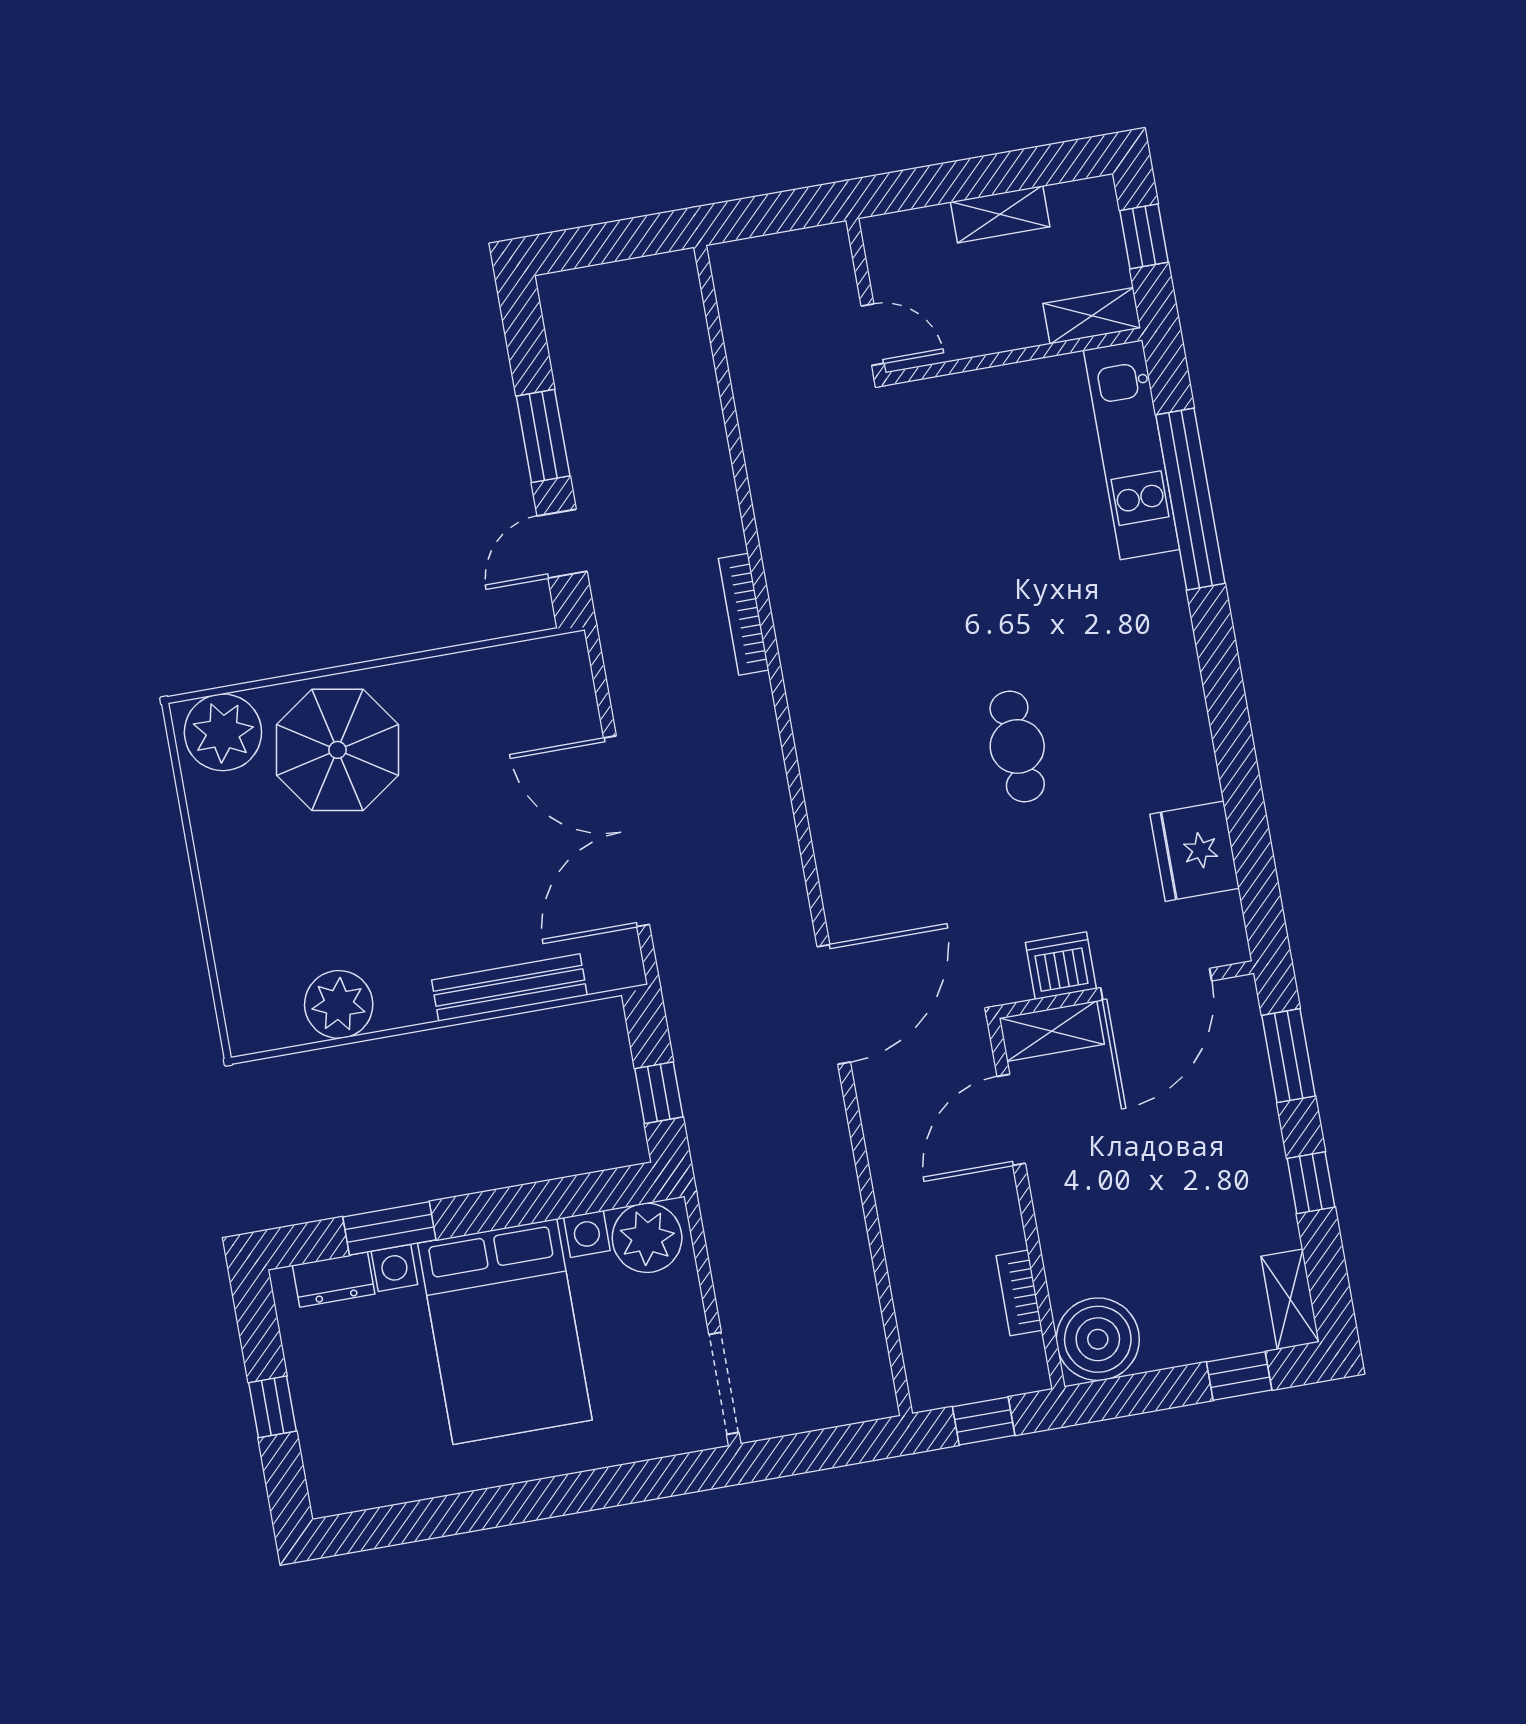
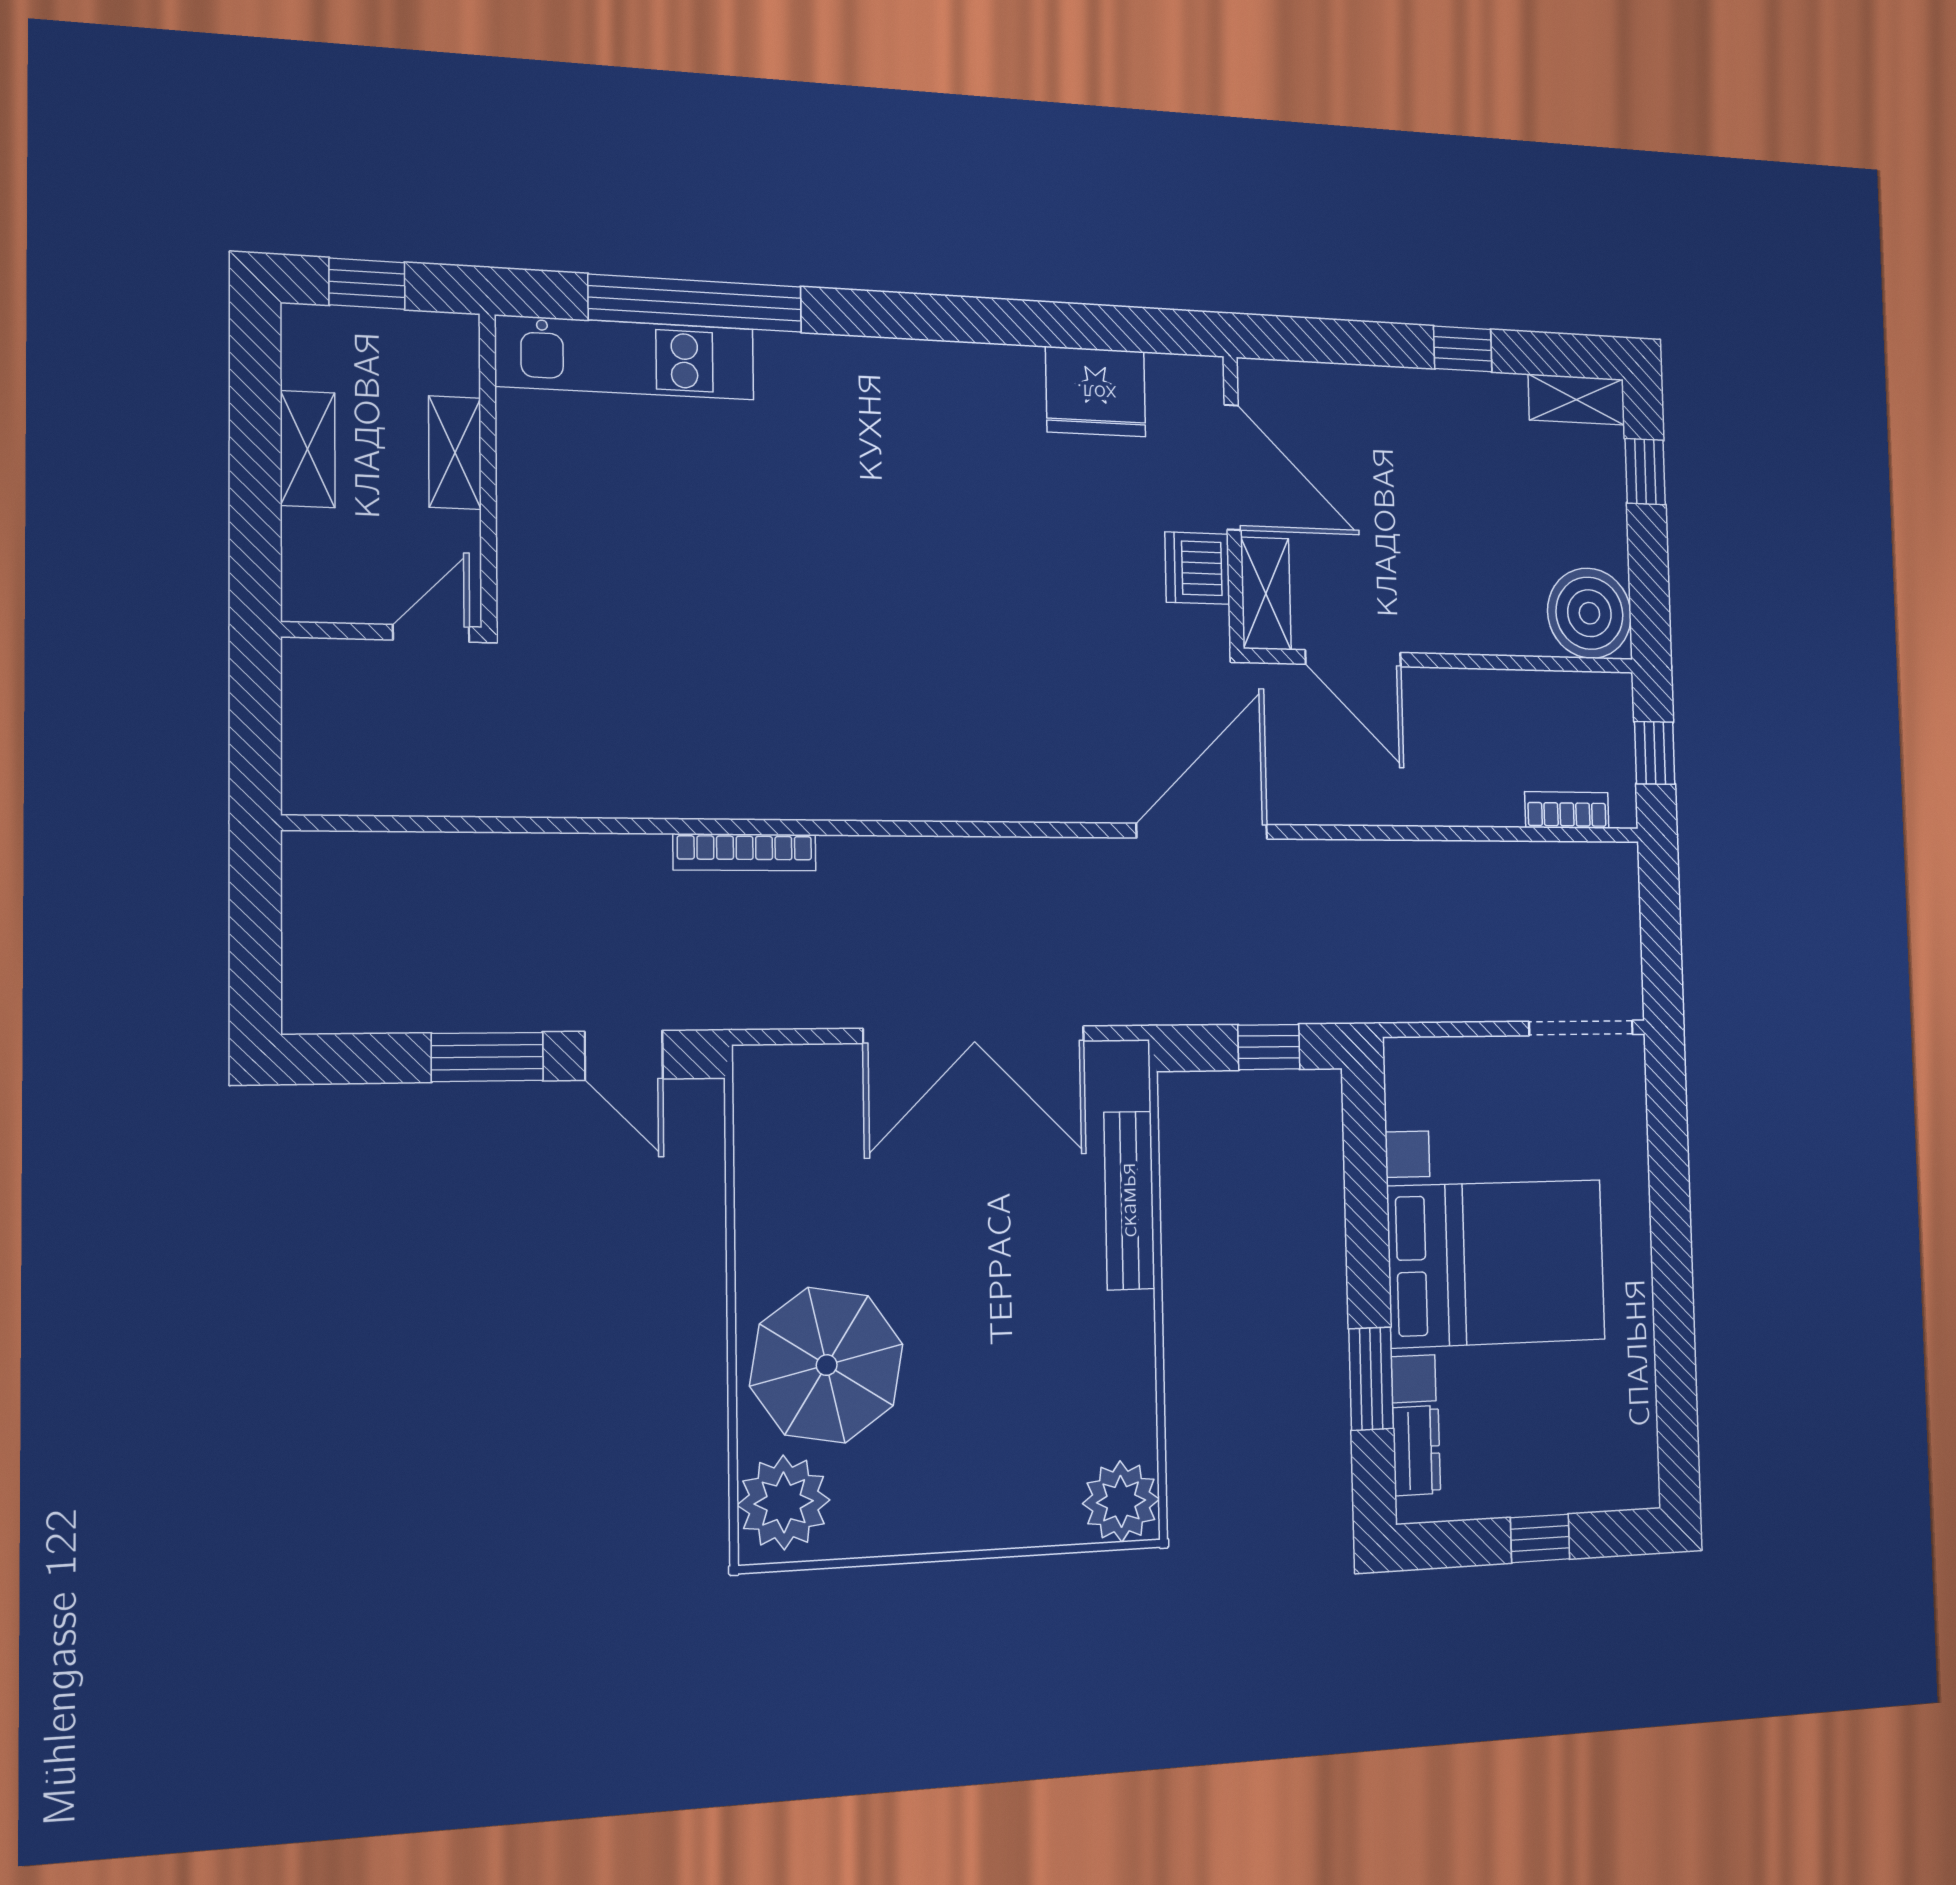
shelving: (1092, 316) -> (455, 453), moved
cafe table: (1017, 746) -> (948, 565), removed
plant: (339, 1004) -> (1121, 1501), moved
door: (834, 1004) -> (1202, 831), hinge flipped
window: (1289, 1056) -> (1329, 341), removed
plant: (647, 1238) -> (1421, 1087), removed
bookcase: (1019, 1293) -> (1567, 810), moved, turned 180

